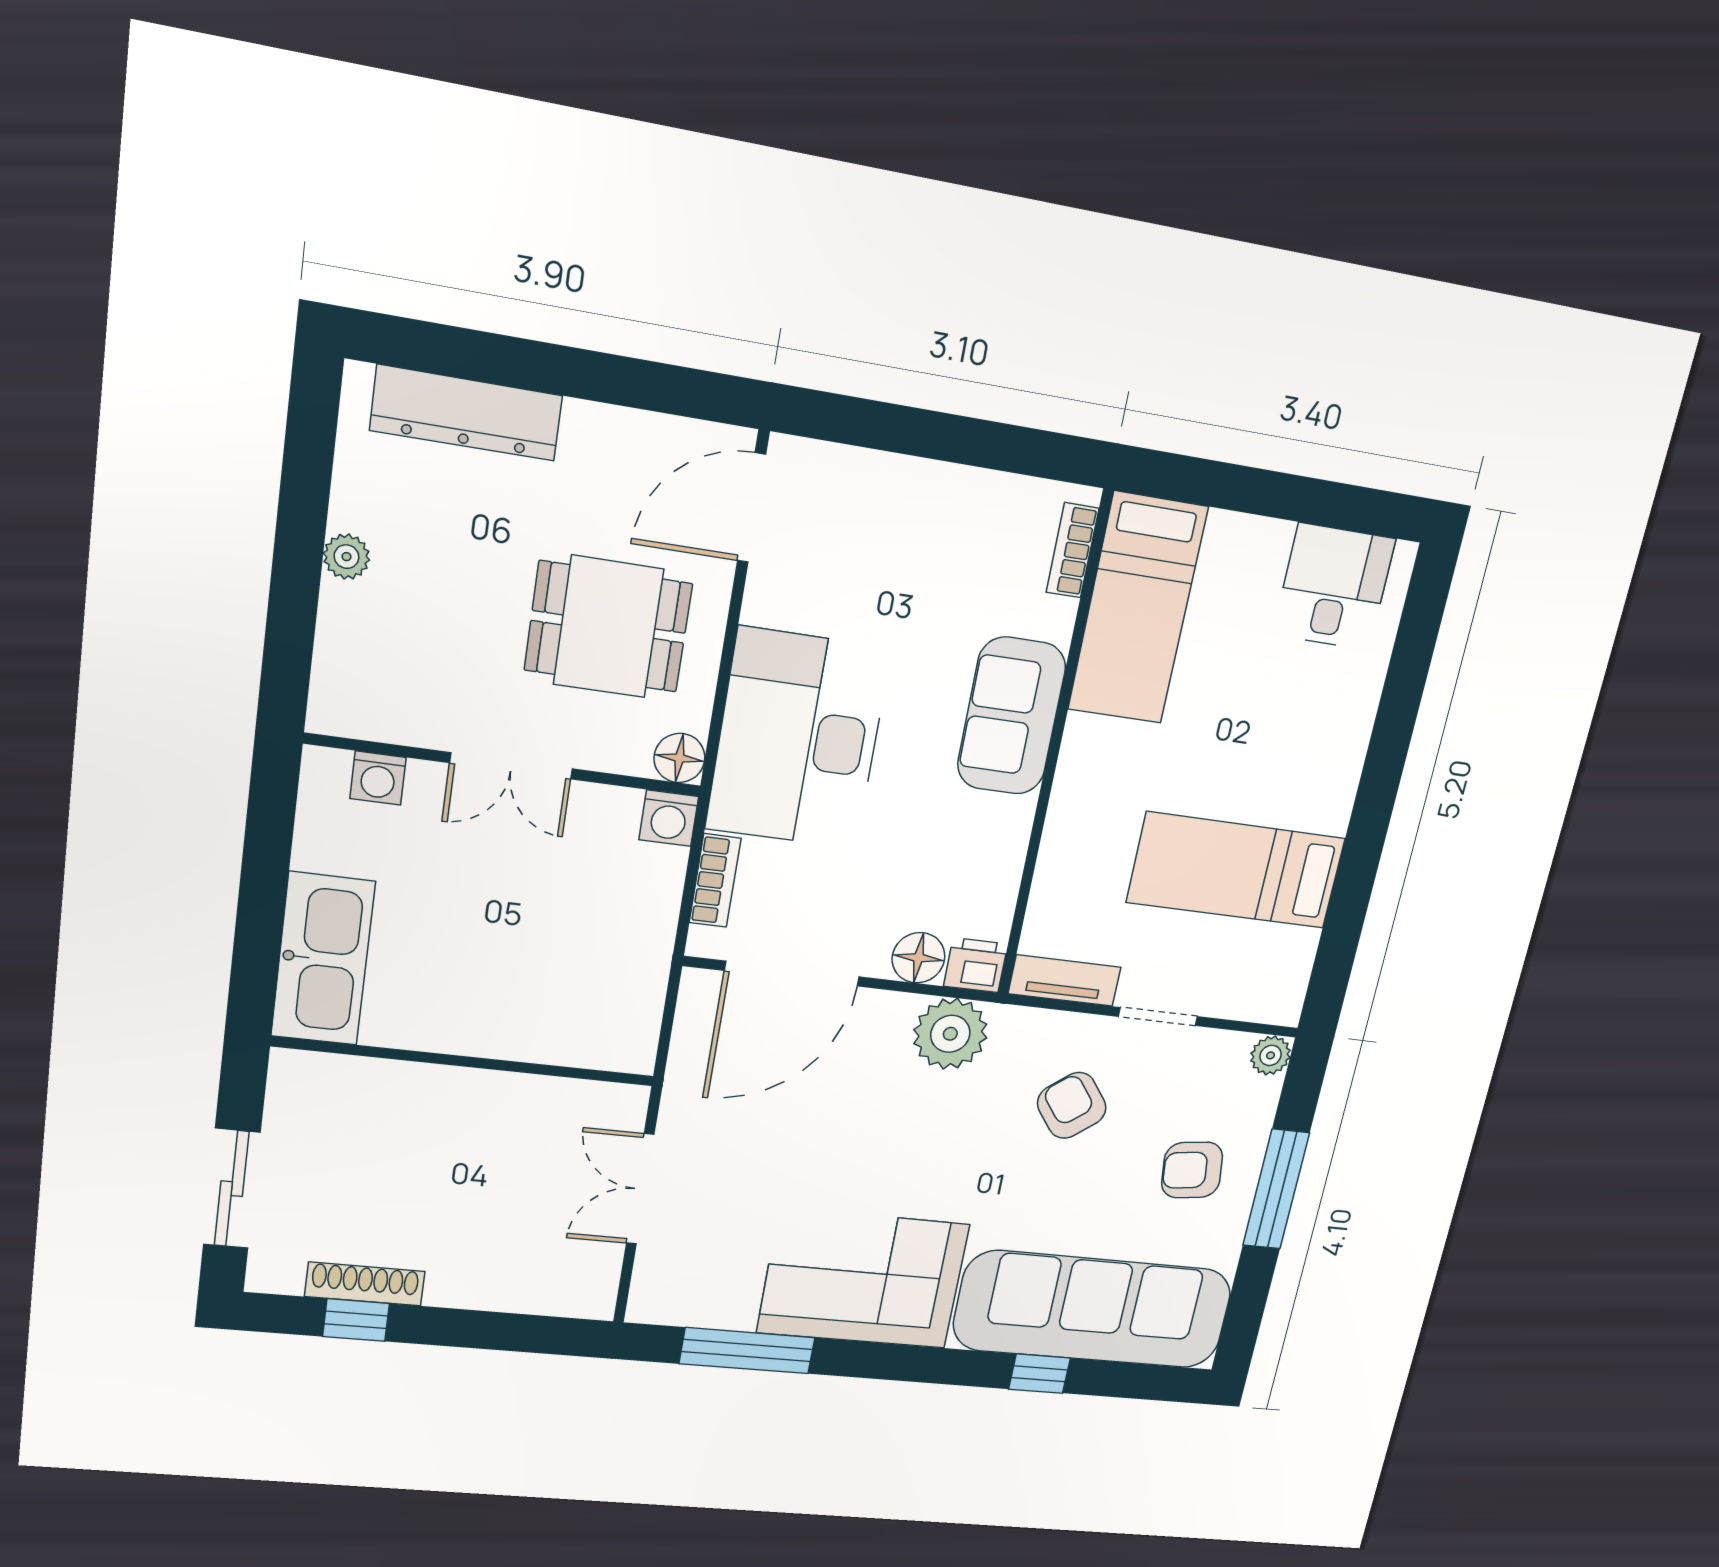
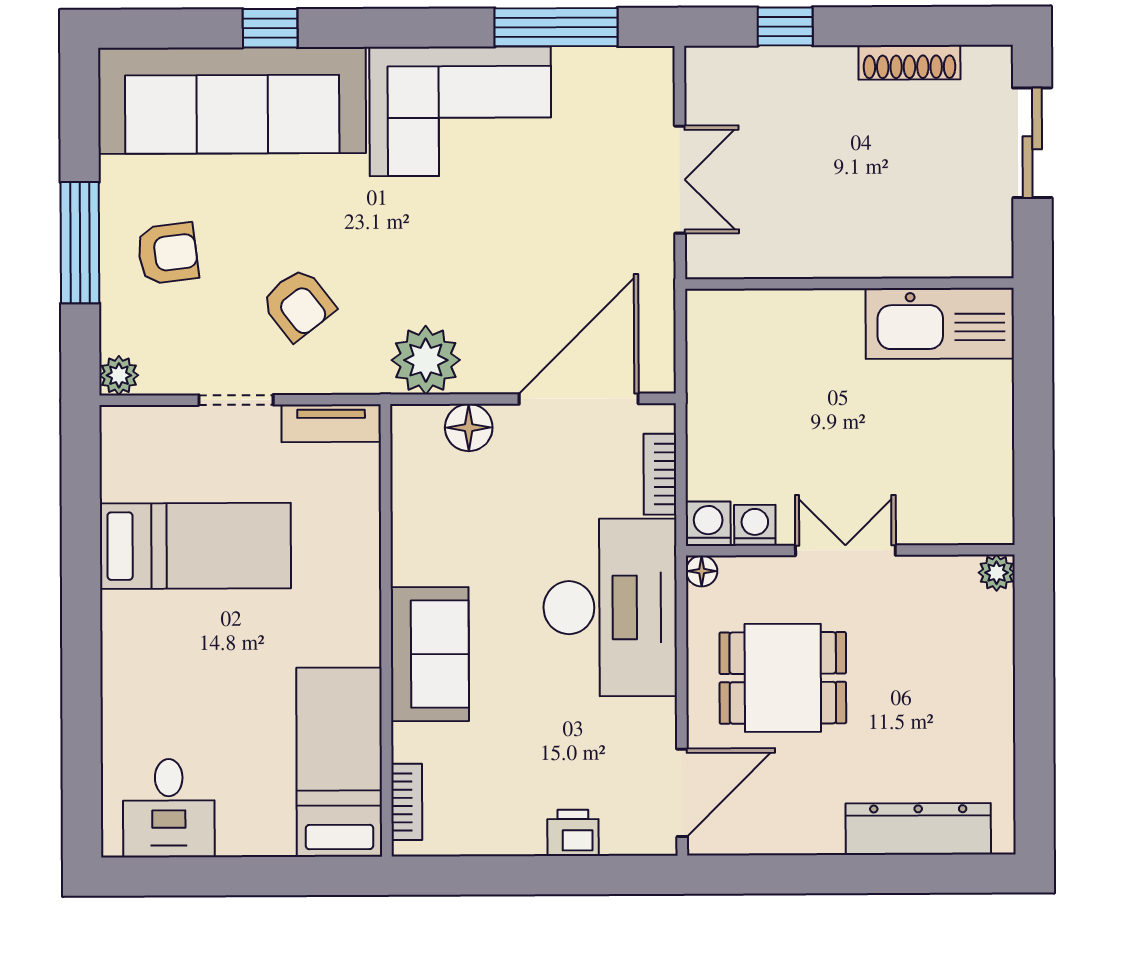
plant: (346, 557) -> (997, 573), moved
floor lamp: (679, 758) -> (702, 571), width x0.73, depth x0.73
washing machine: (378, 778) -> (755, 525), moved
kitchen sink: (323, 959) -> (940, 323), moved, turned -90
printer: (976, 965) -> (573, 833), moved, turned 180
window: (356, 1320) -> (785, 26), moved

